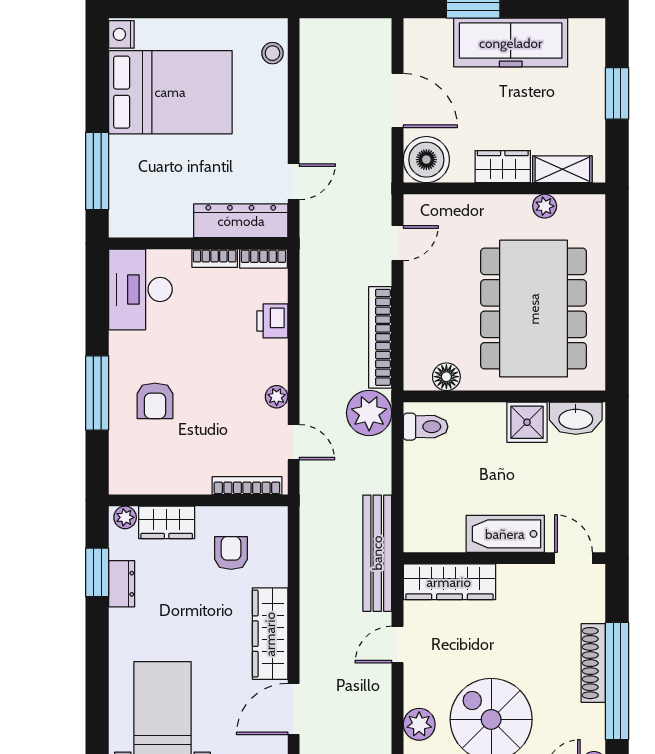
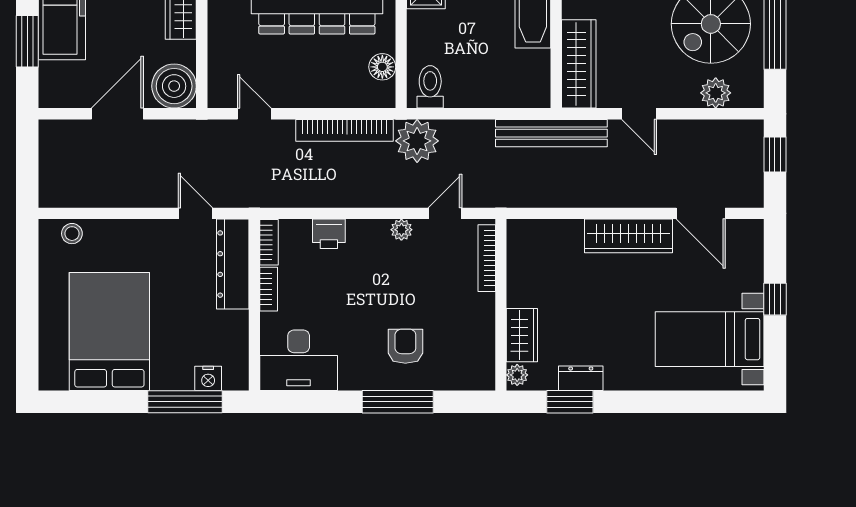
nightstand: (121, 34) -> (208, 378), moved
armchair: (155, 401) -> (405, 346), turned -90
armchair: (231, 553) -> (551, 273), removed

